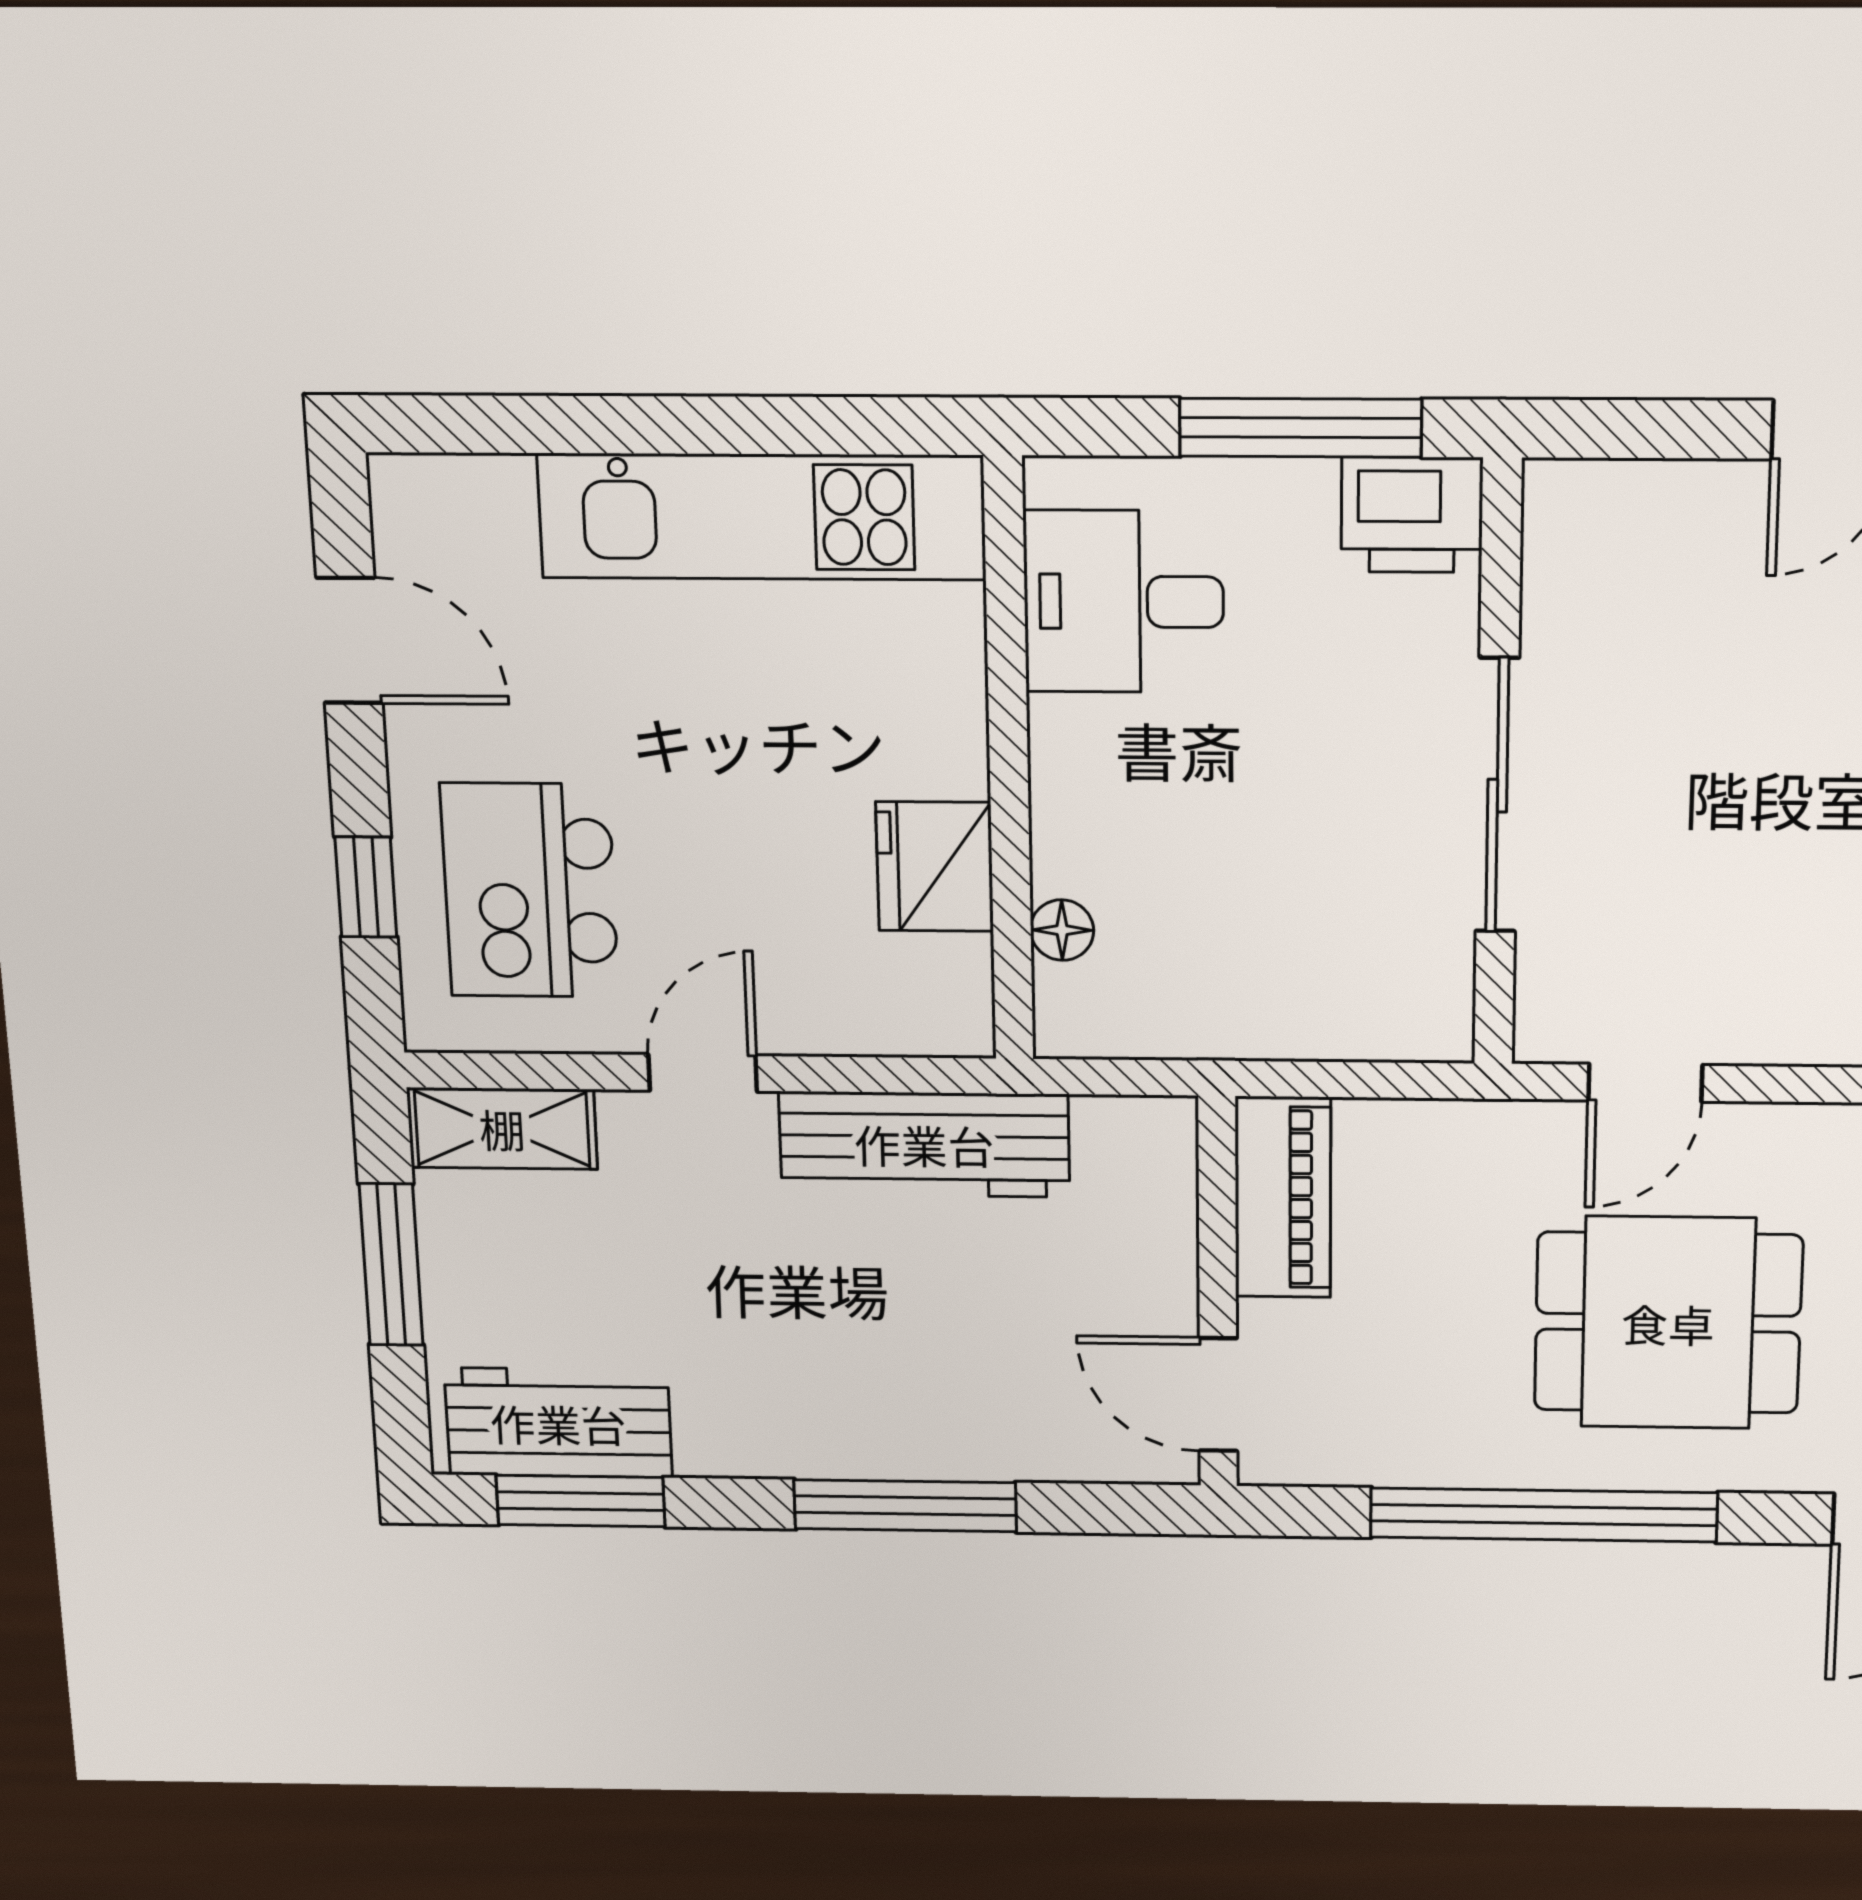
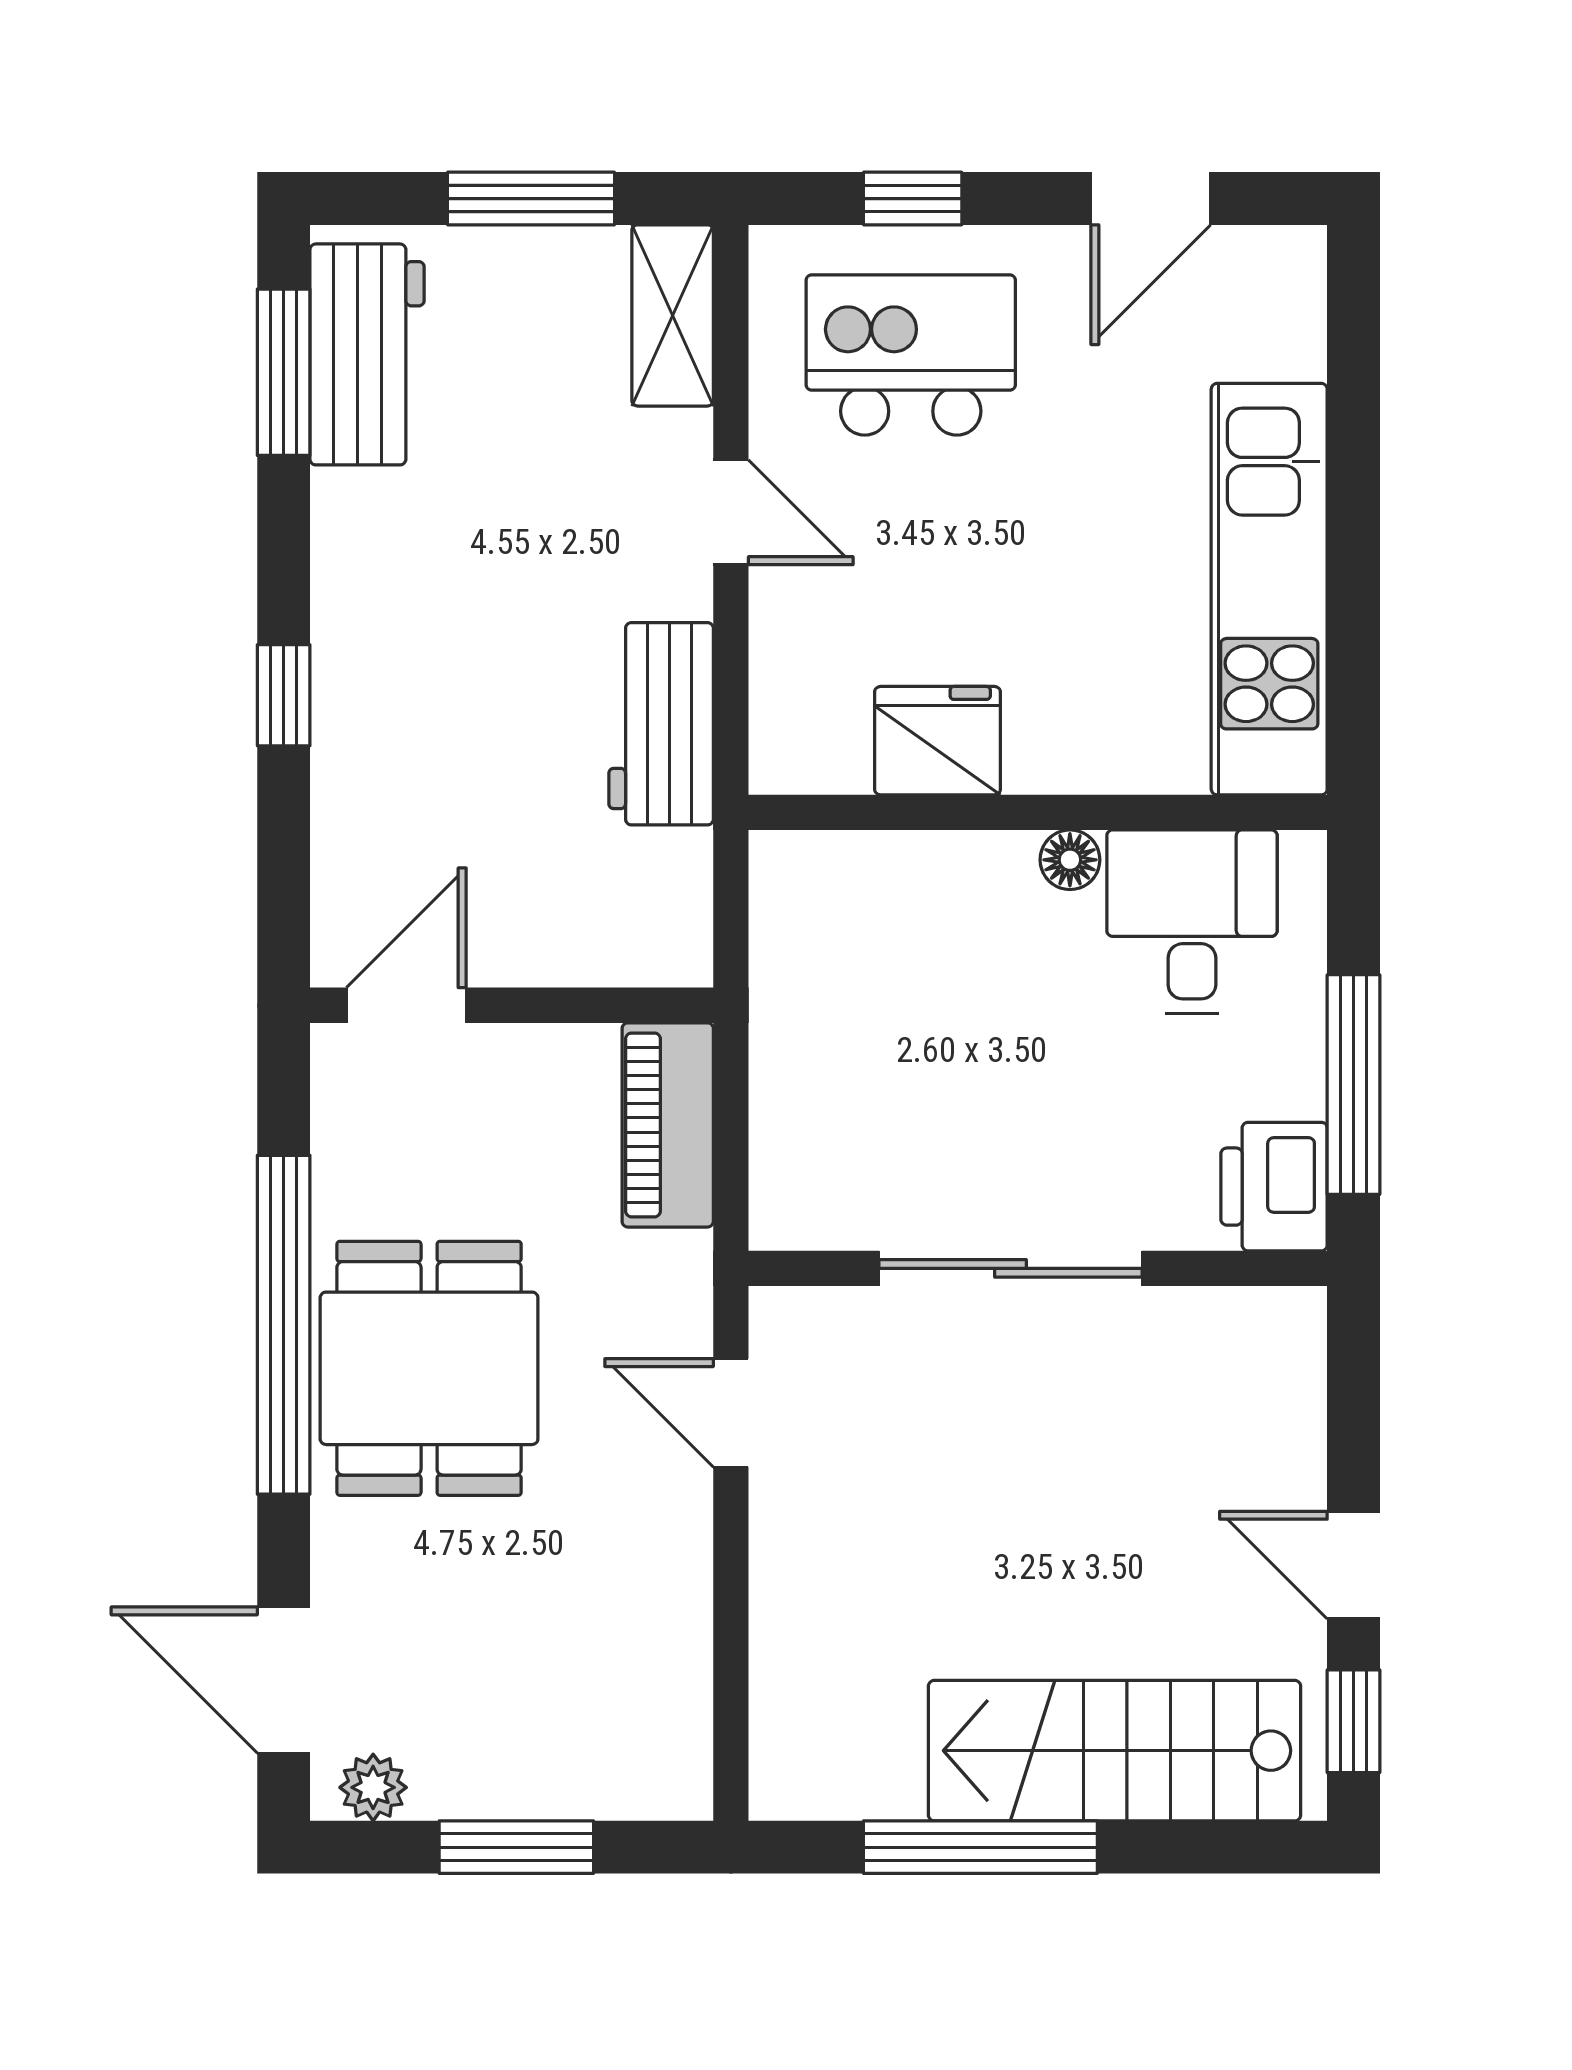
floor lamp: (1062, 930) -> (1070, 860), moved
workbench: (924, 1144) -> (661, 724), width x0.73
piano: (1283, 1197) -> (668, 1125), moved, turned 90
dining table: (1668, 1323) -> (429, 1368), moved
window: (905, 1506) -> (284, 695), width x0.46

